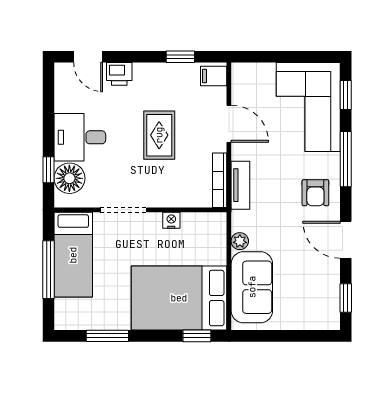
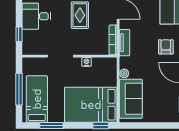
floor lamp: (69, 178) -> (31, 39), removed
armchair: (315, 193) -> (166, 47), turned 180
bed: (73, 255) -> (37, 99), moved, turned 180

